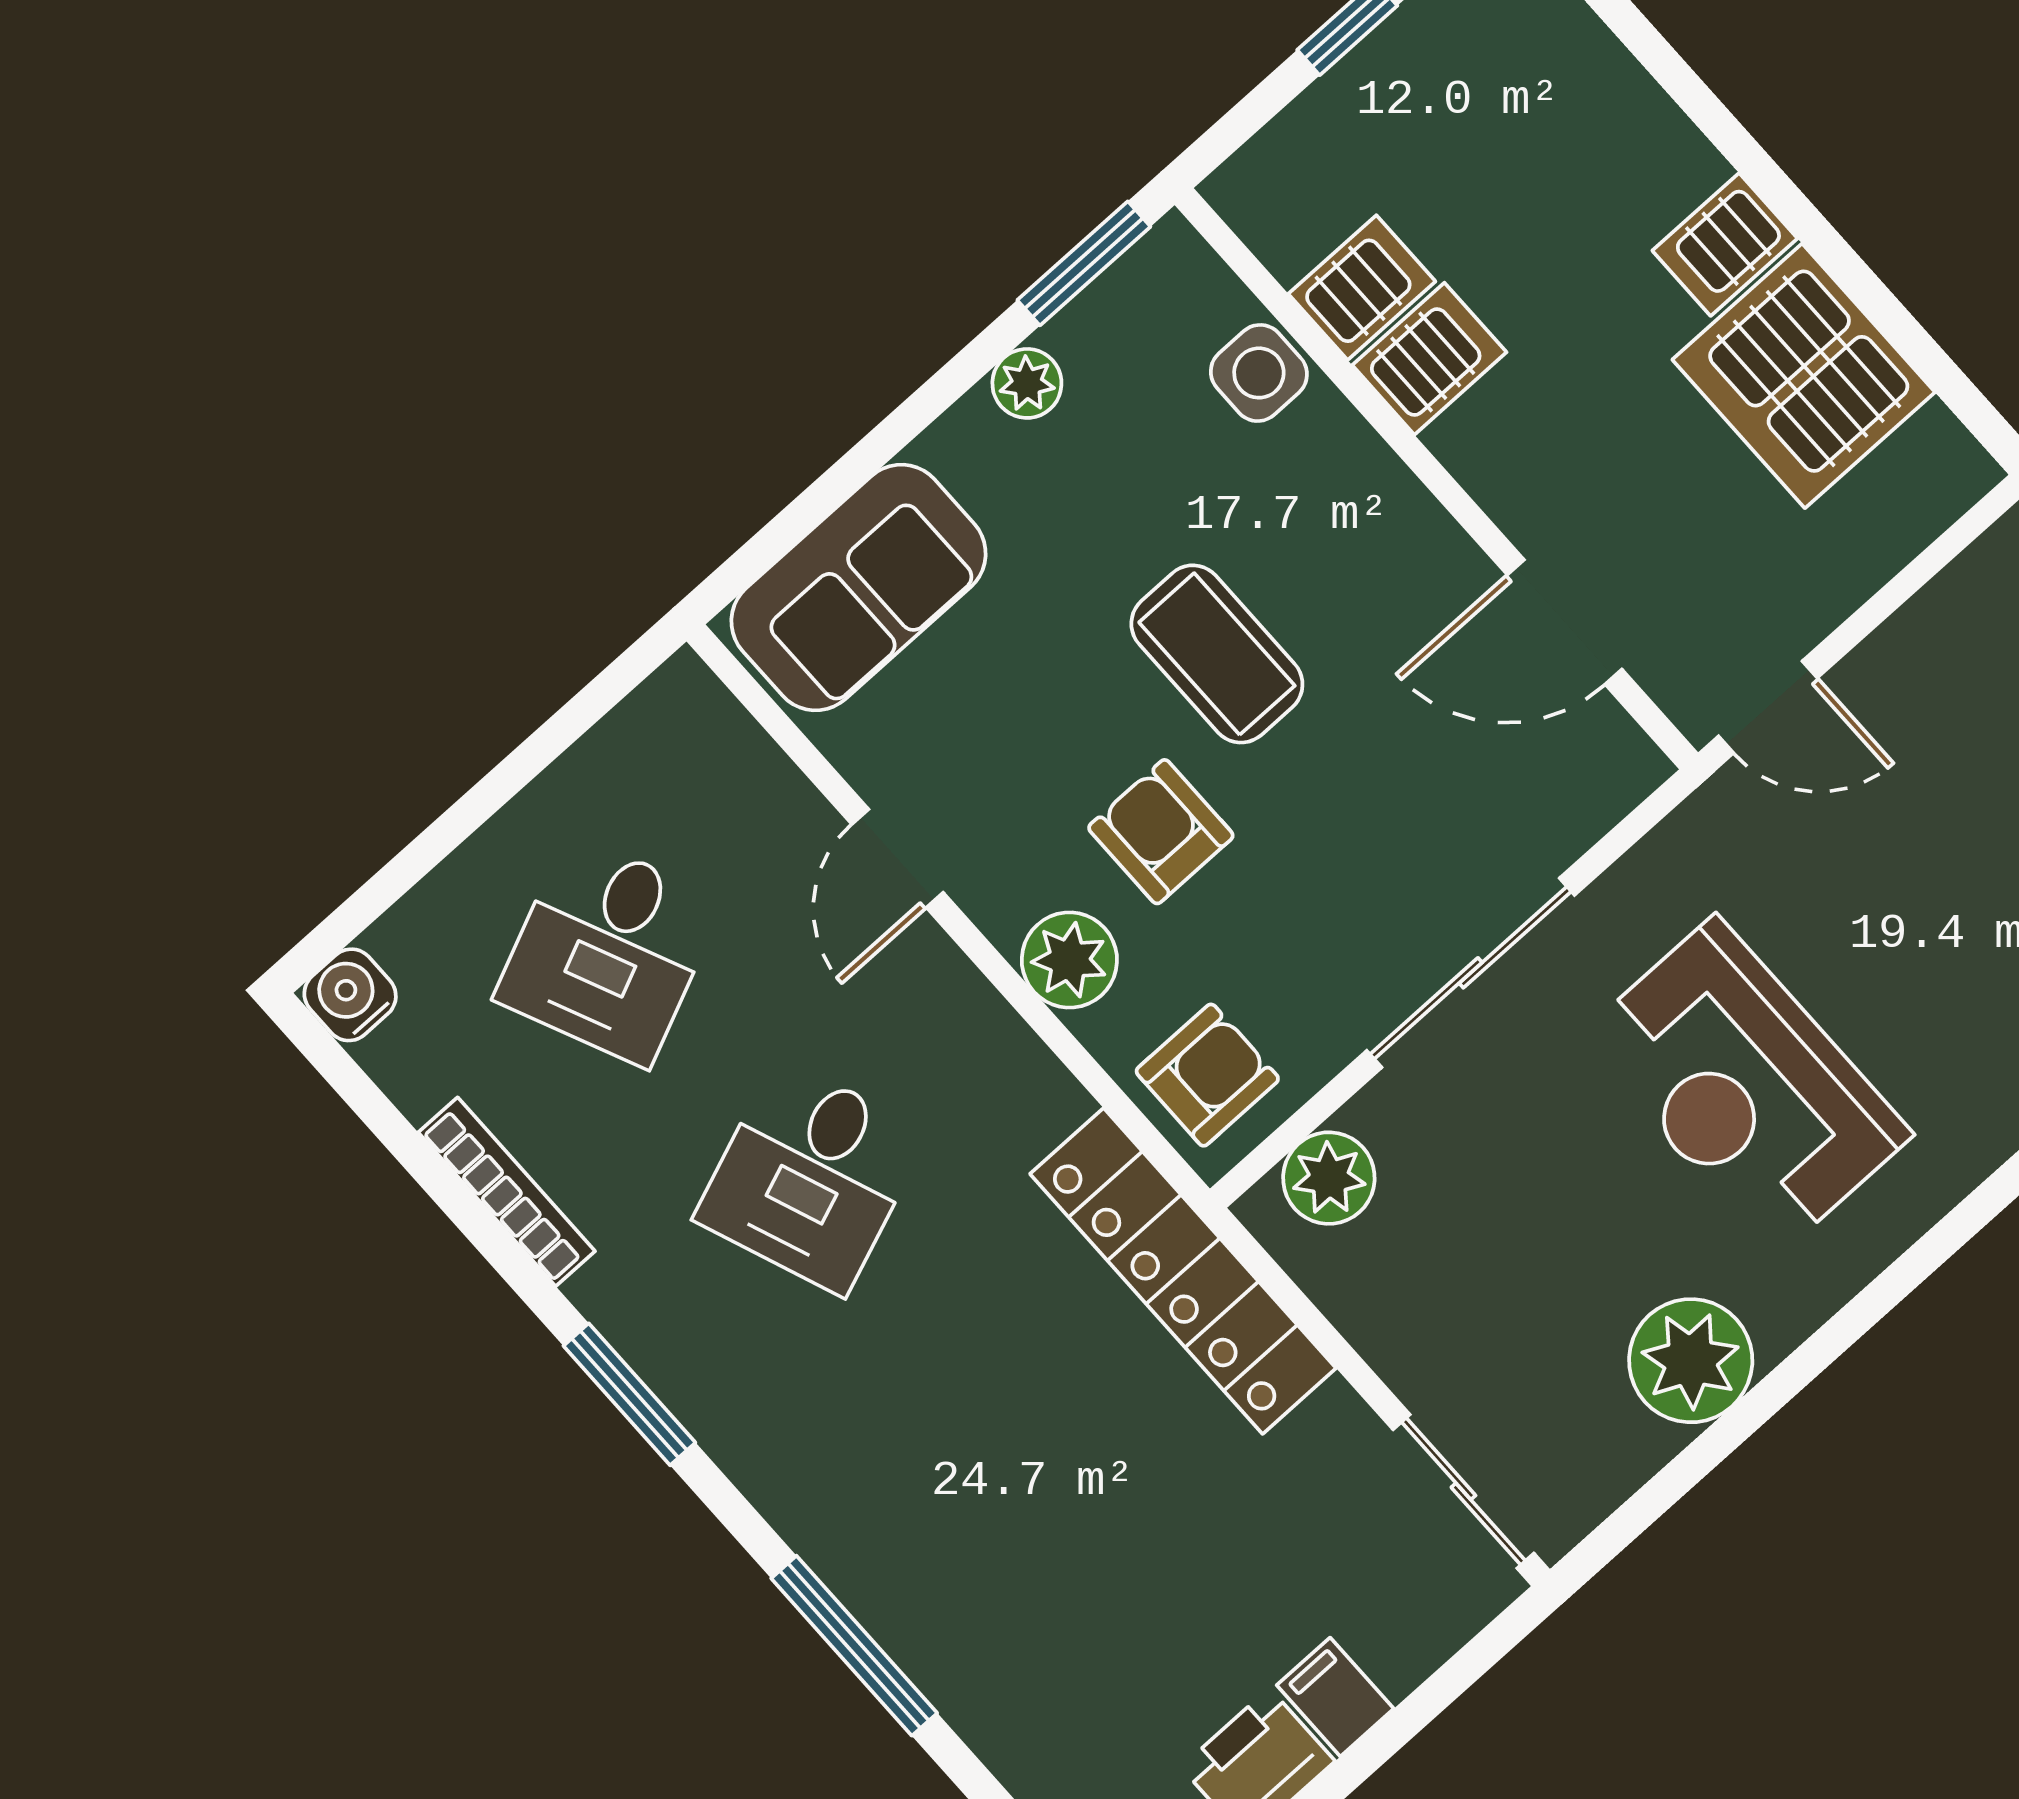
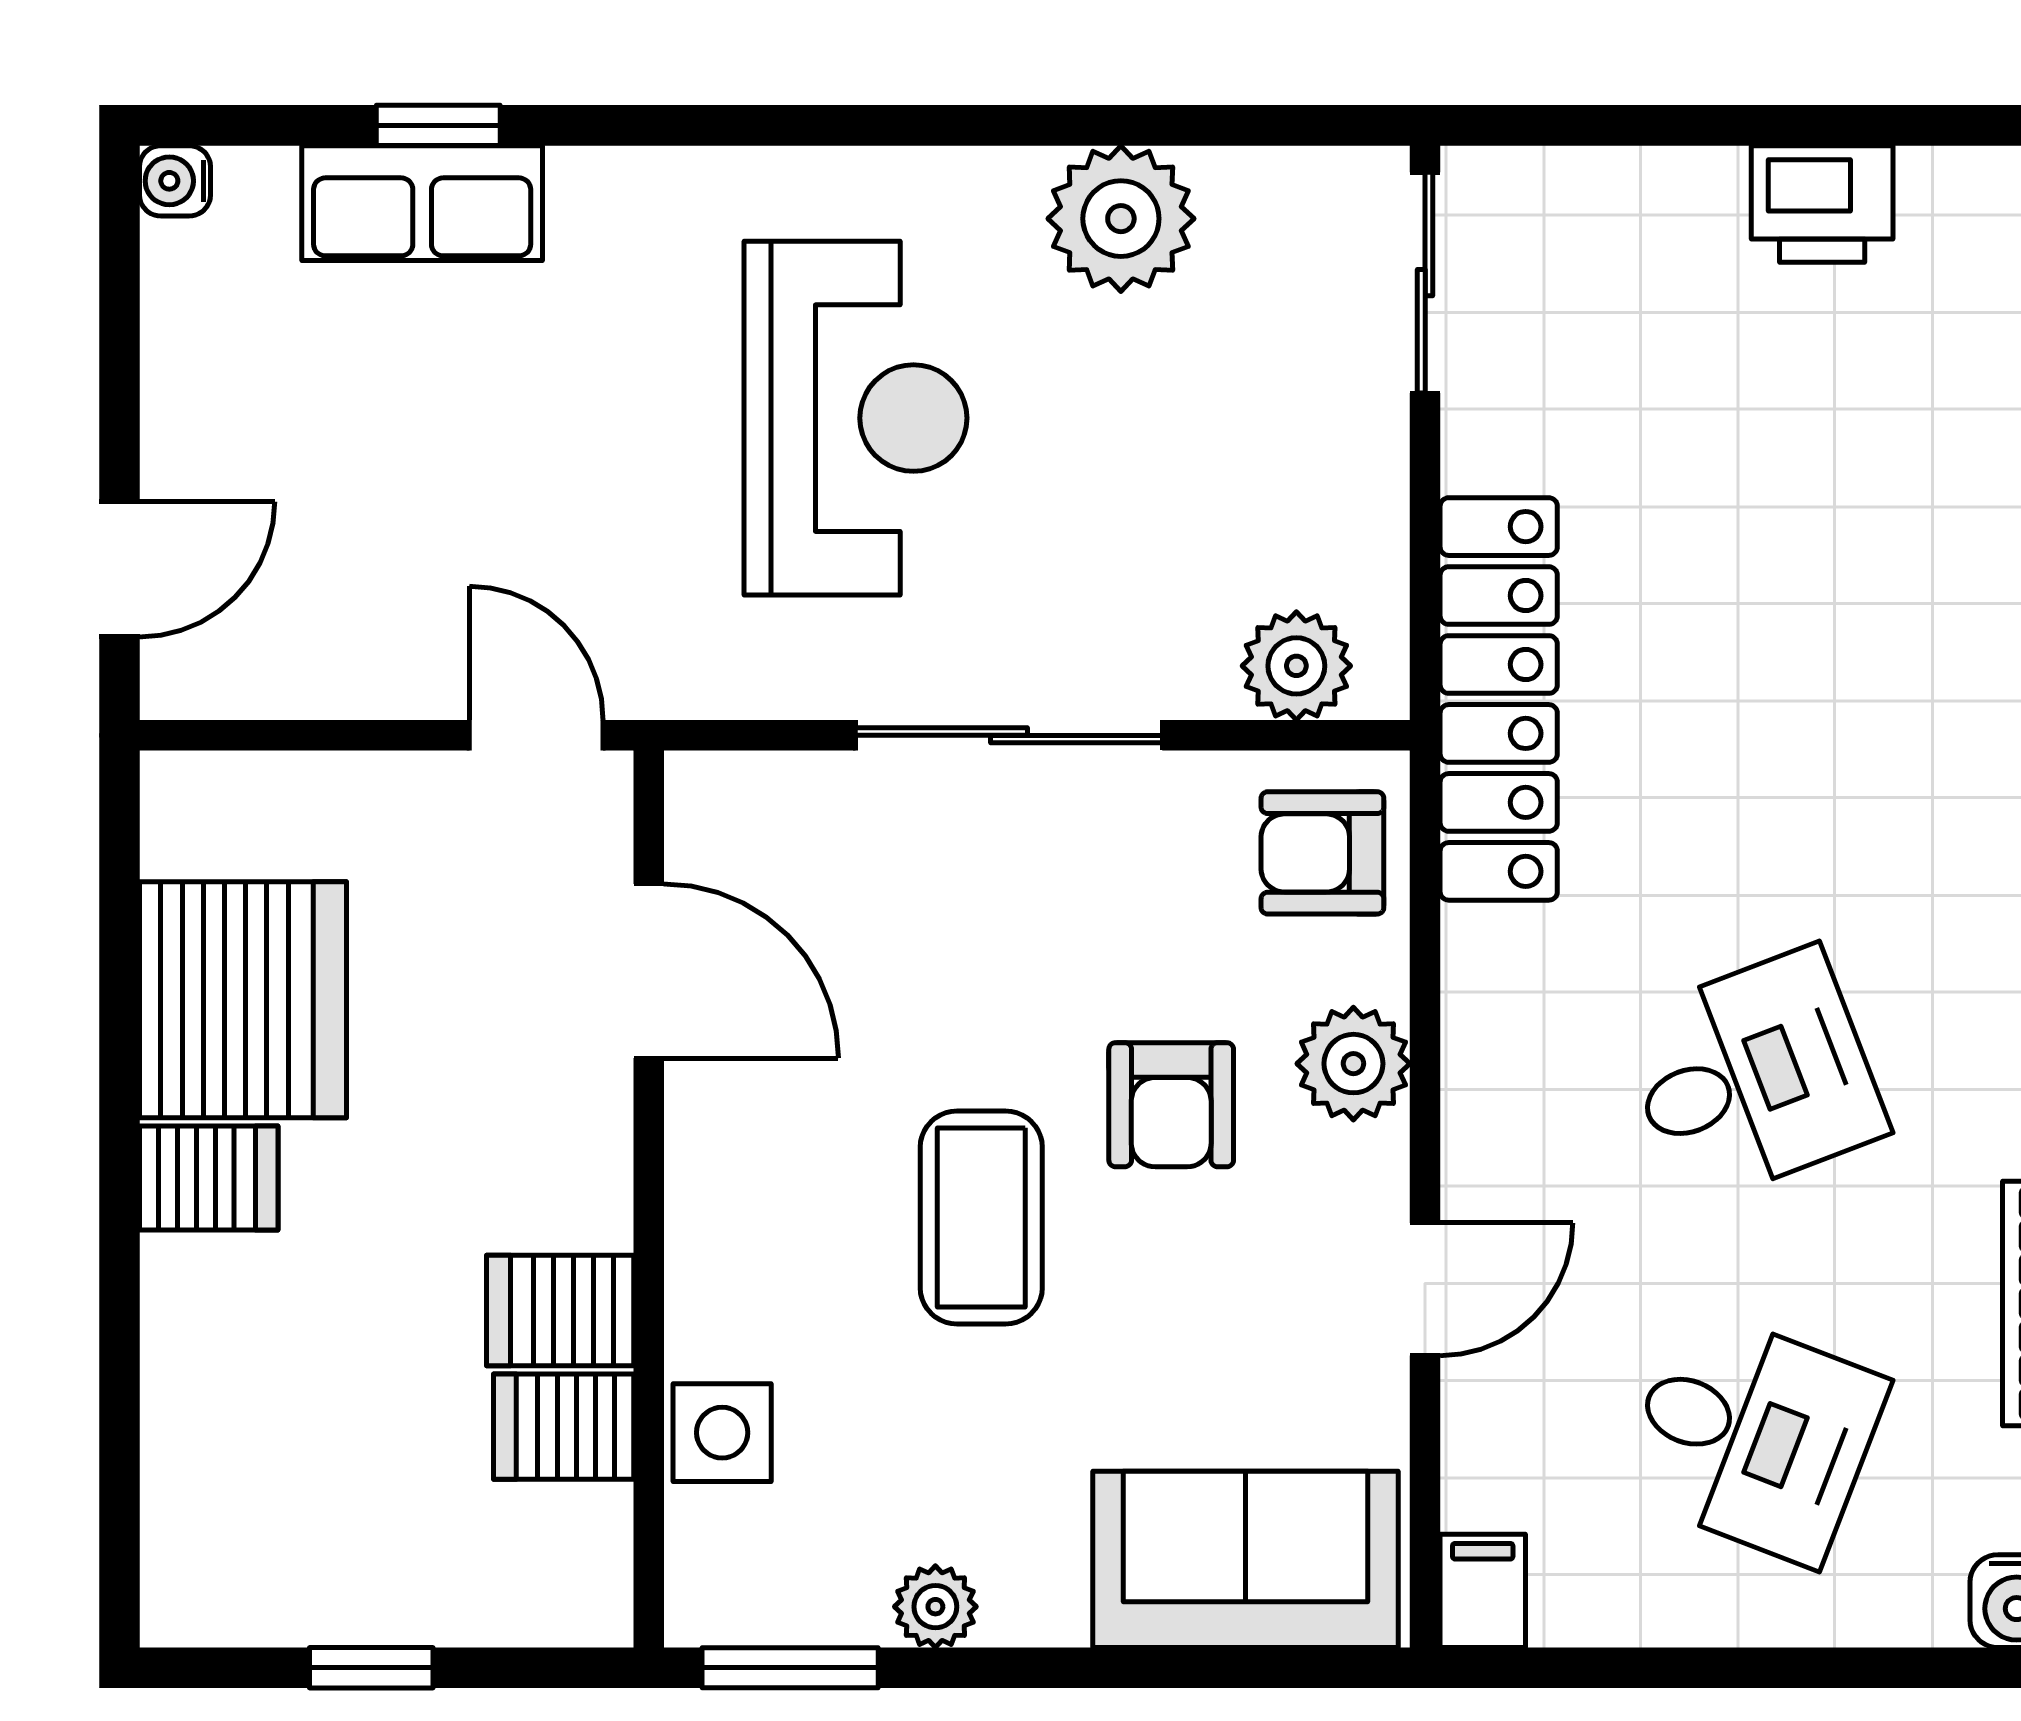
desk: (609, 950) -> (1753, 1436), turned 45
filing cabinet: (1335, 1697) -> (1483, 1591), moved, turned 180

